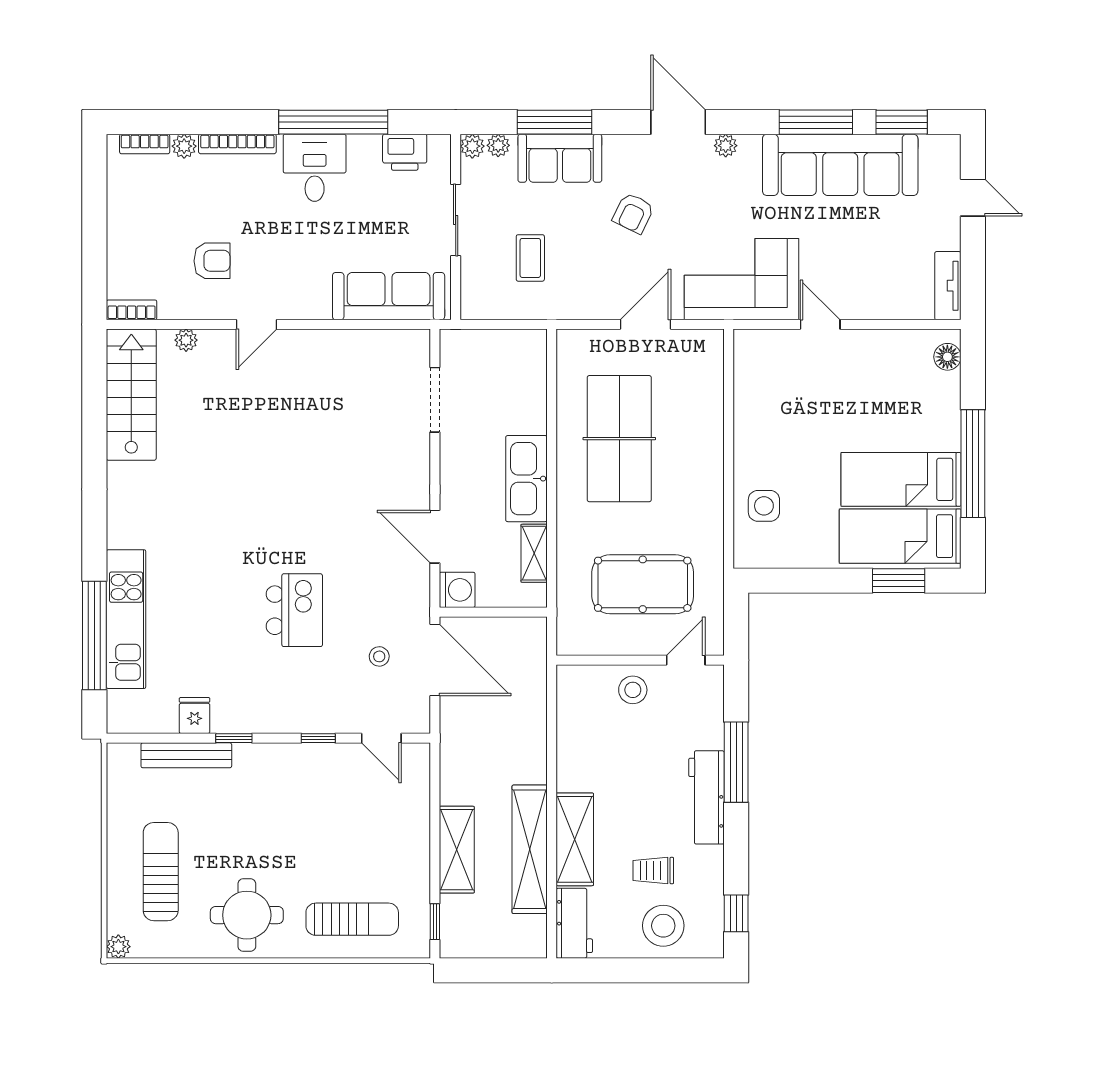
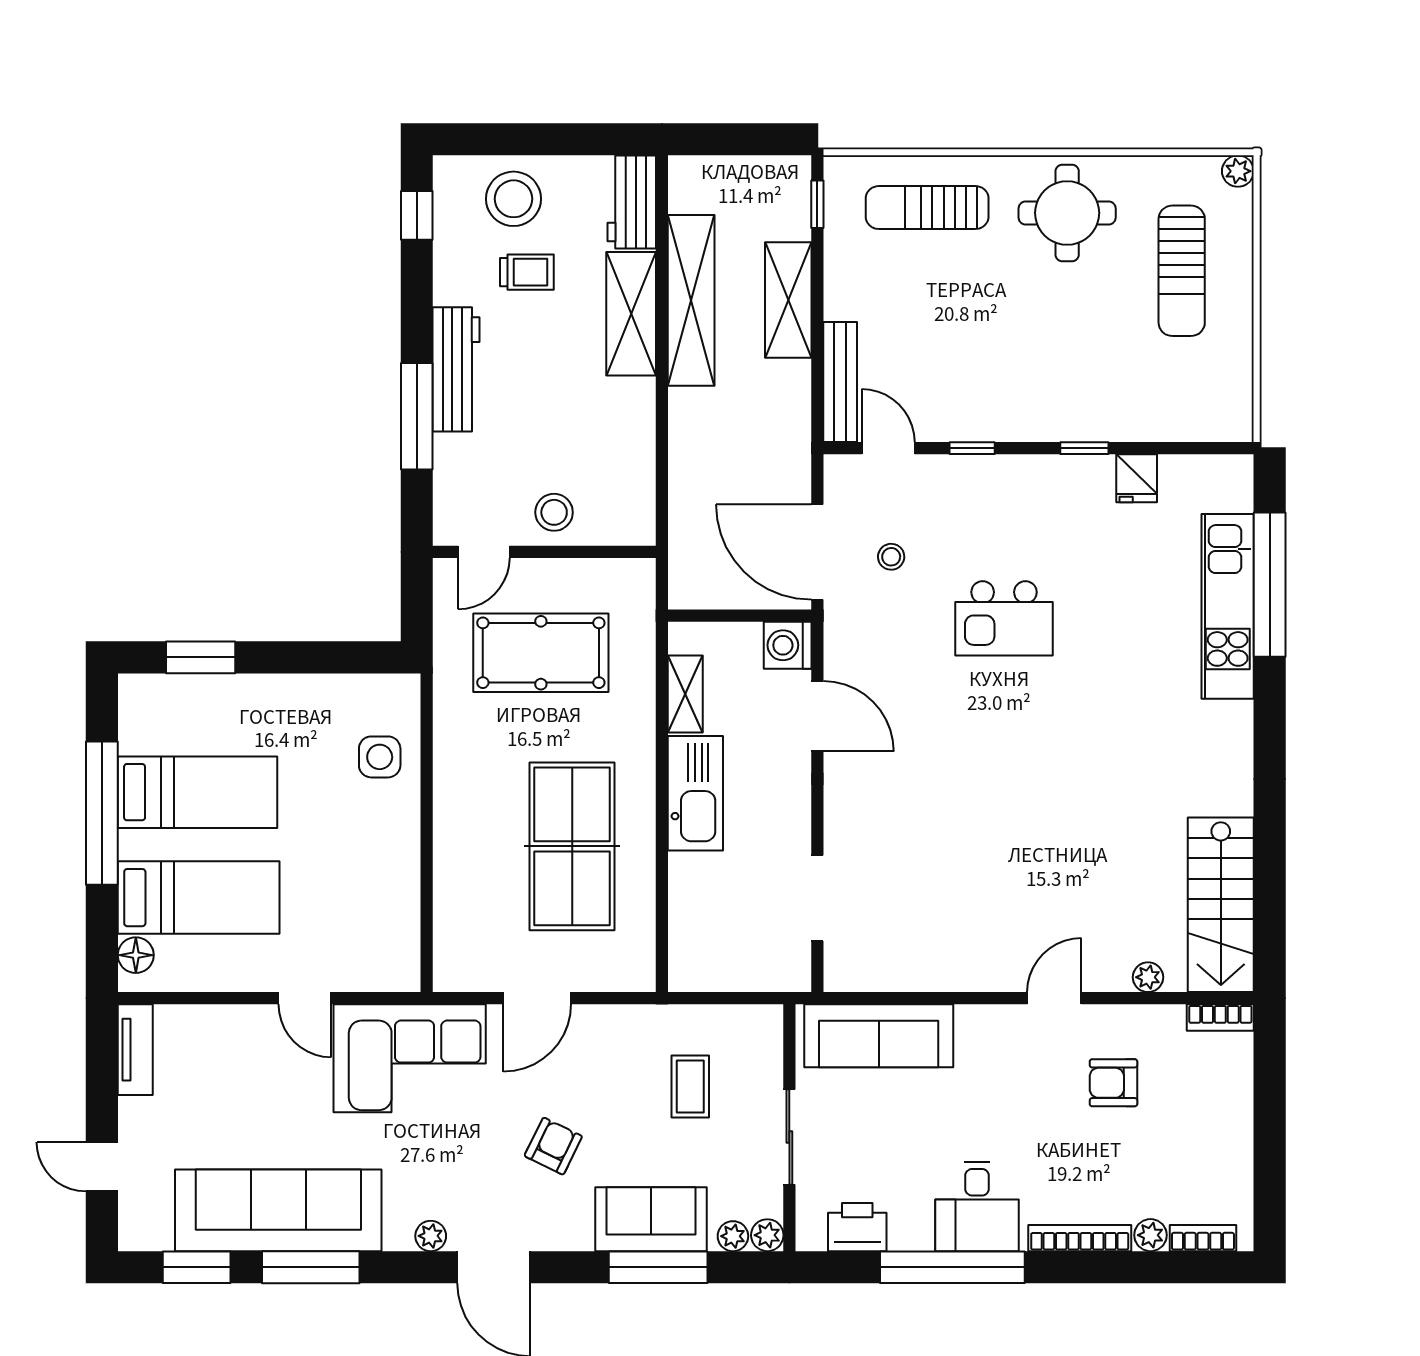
bed: (900, 536) -> (199, 898), moved
kitchen island: (294, 610) -> (1004, 618), turned -90
bench: (186, 755) -> (840, 382), moved, turned 90

